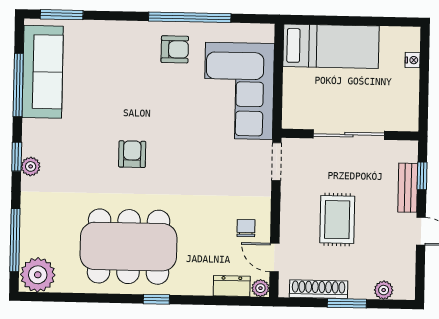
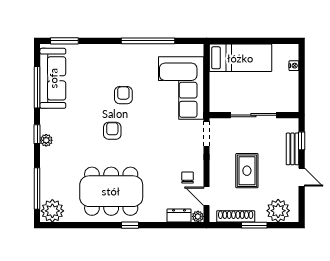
armchair: (175, 49) -> (123, 95), moved, turned -90
plant: (384, 290) -> (278, 211), width x1.87, depth x1.87

